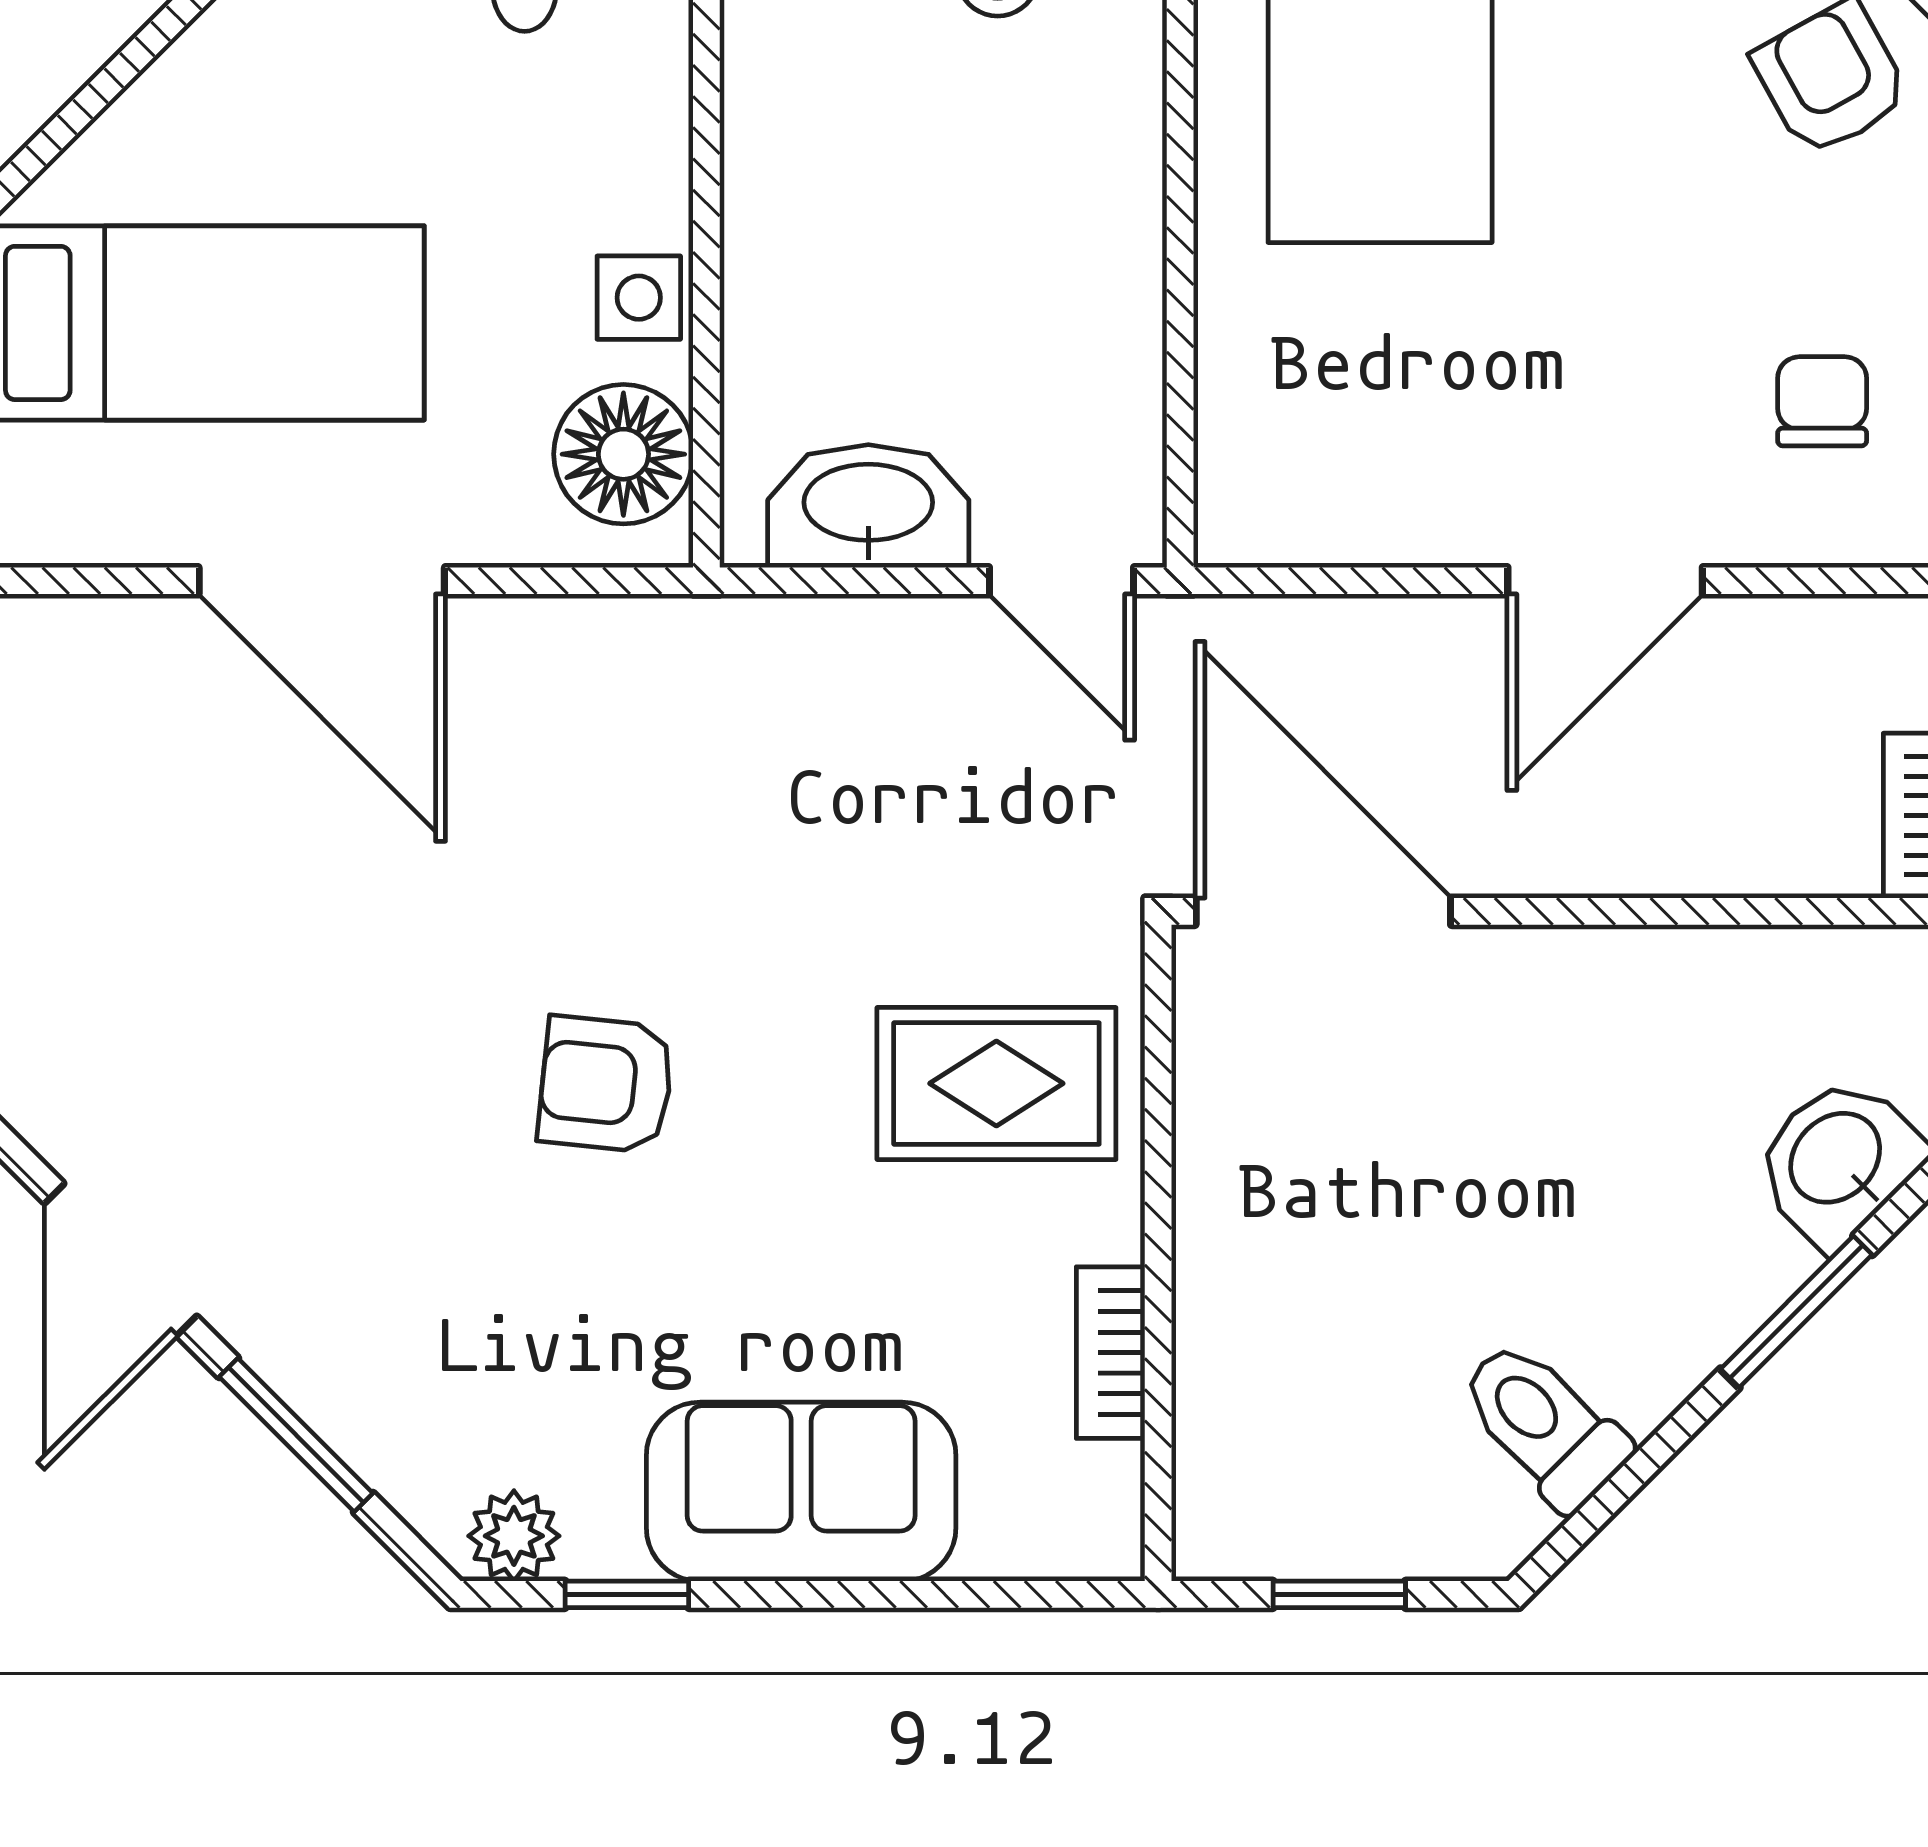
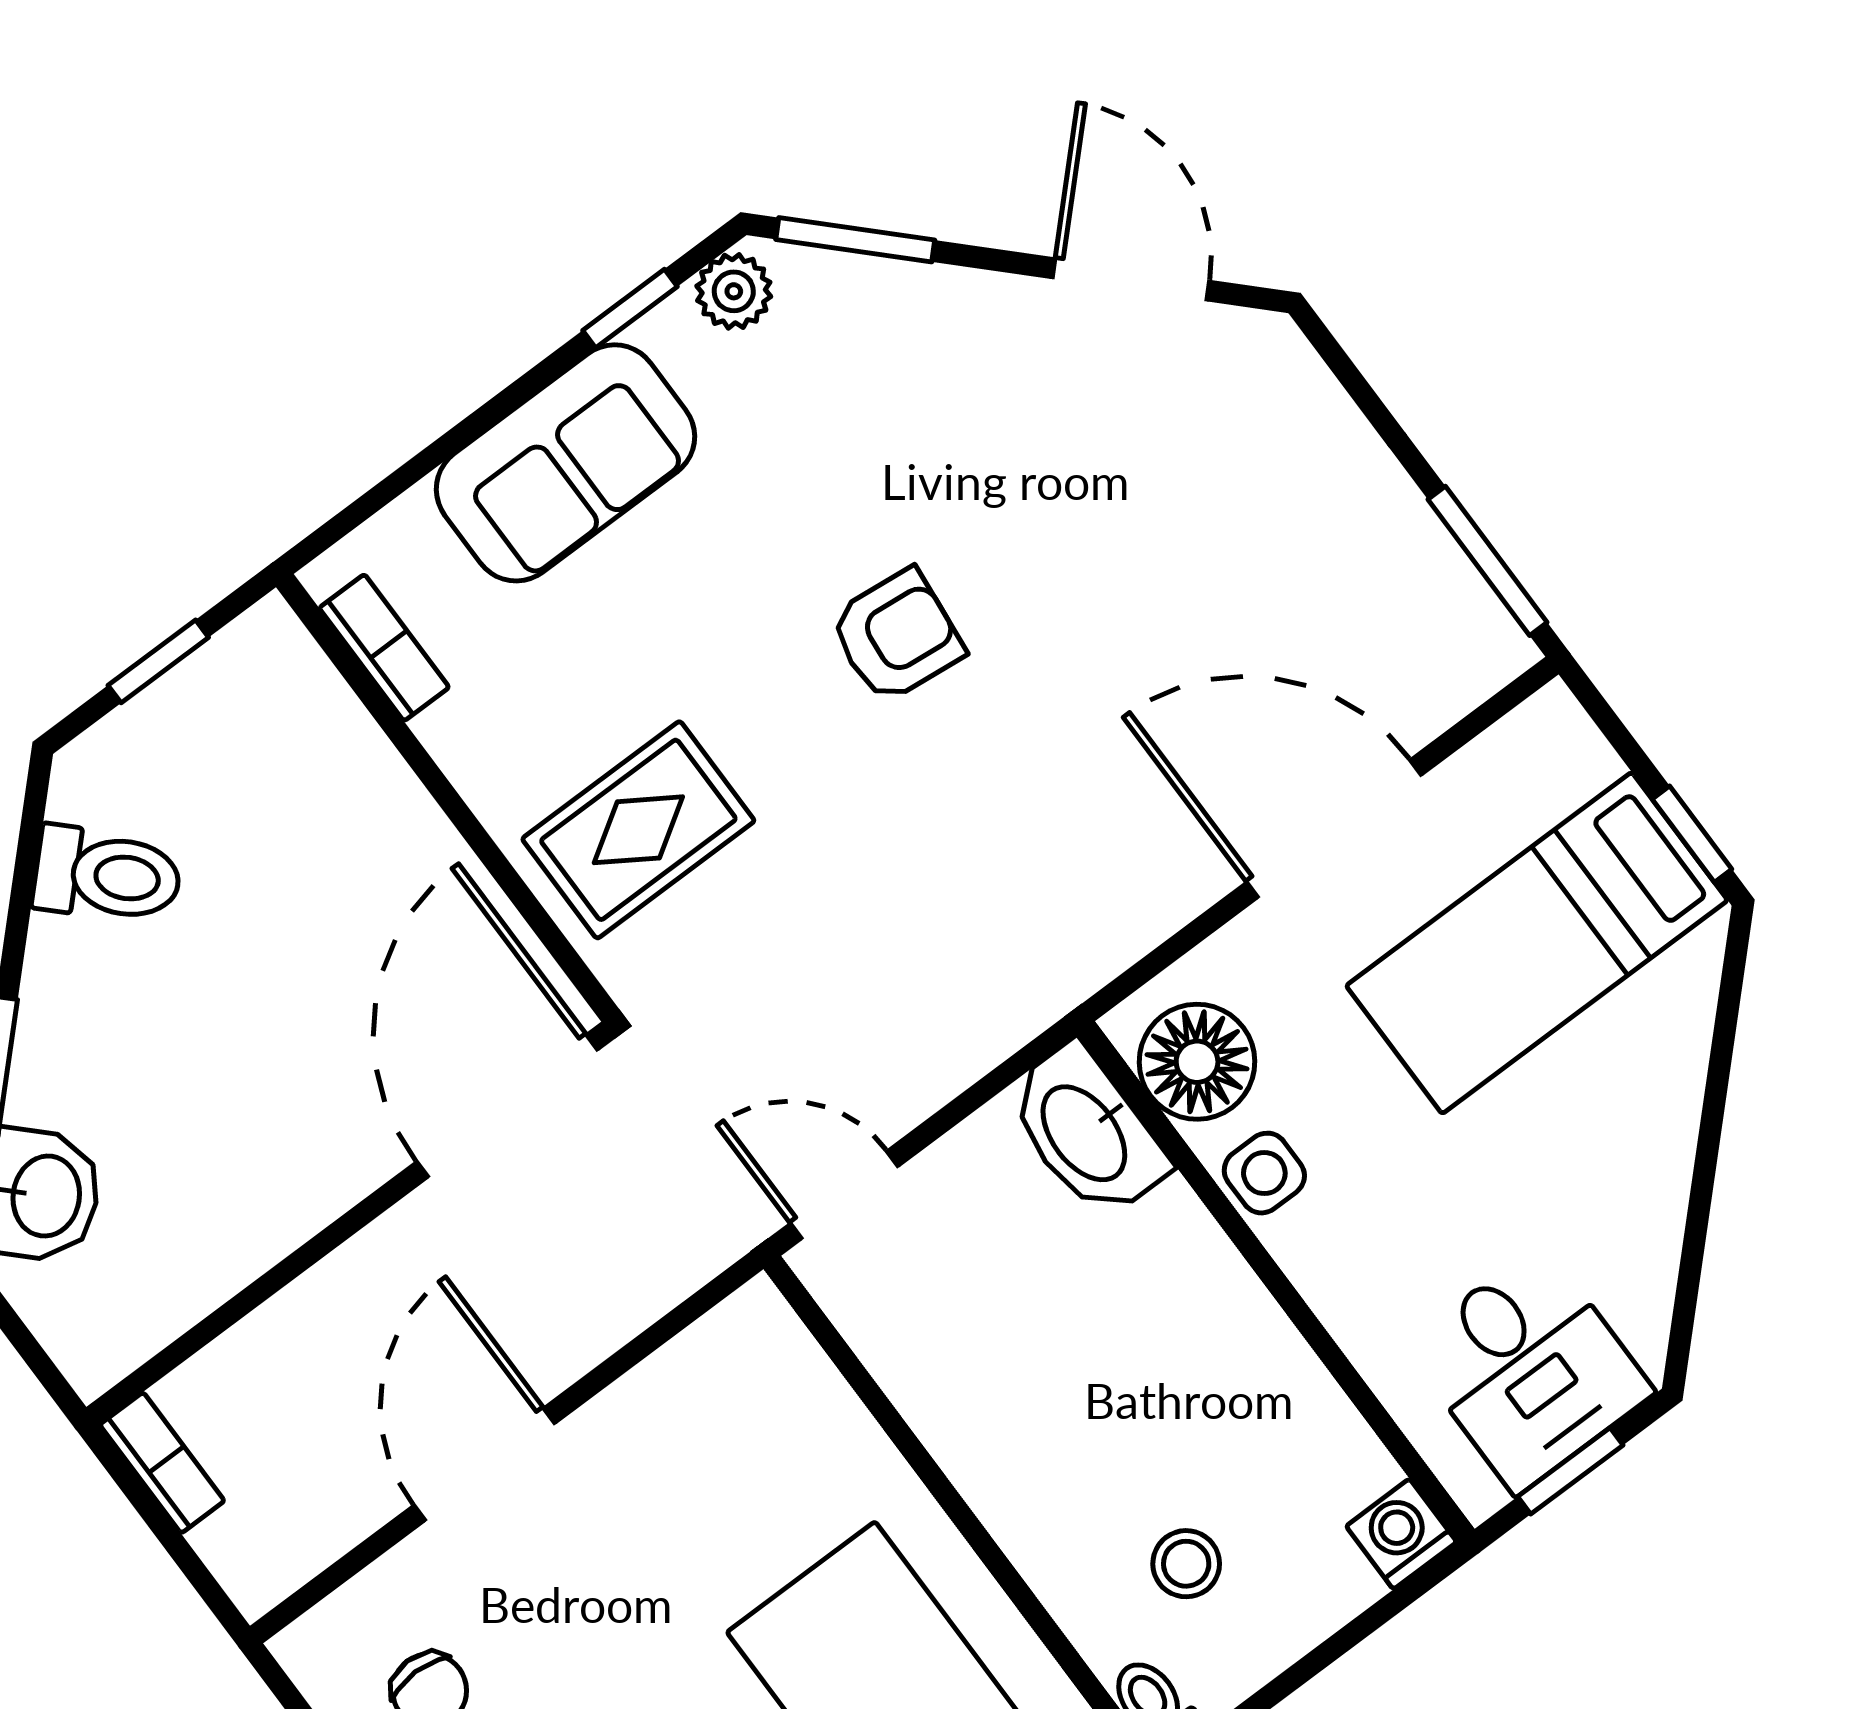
washbasin: (868, 506) -> (1086, 1131), moved, turned 90
door: (1323, 911) -> (507, 1106), swing flipped
bookcase: (1111, 1353) -> (384, 648), moved
window: (296, 1435) -> (855, 240), moved

